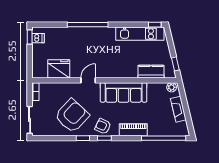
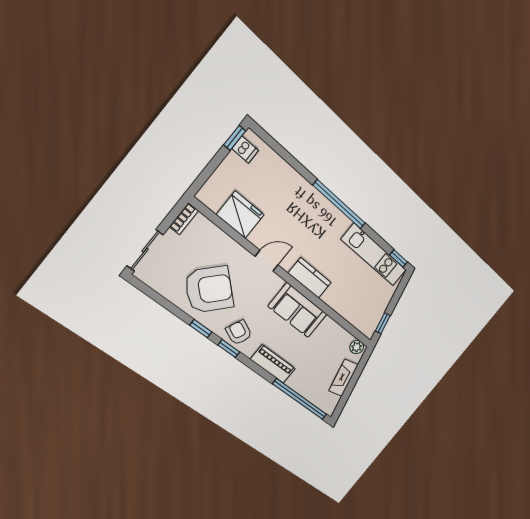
window: (88, 25) -> (339, 204), moved
kitchen counter: (151, 72) -> (310, 278), moved
sofa: (124, 92) -> (298, 310), width x0.73

